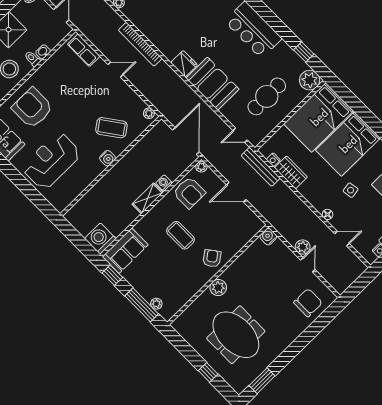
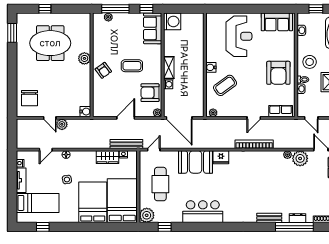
armchair: (32, 108) -> (278, 73), moved, turned 90

